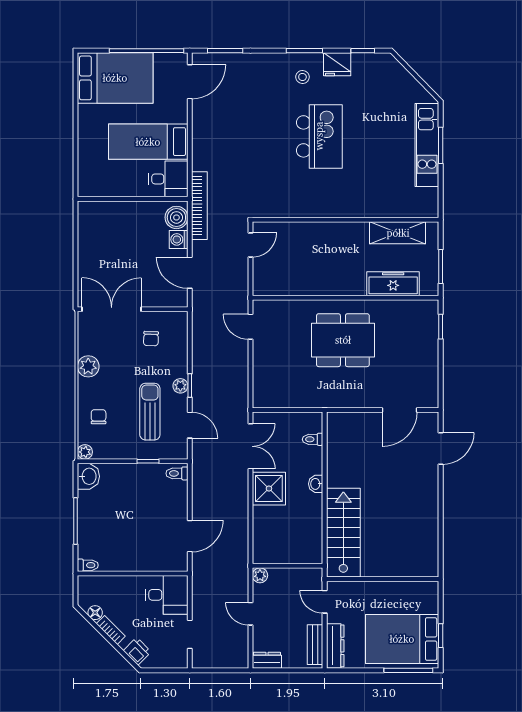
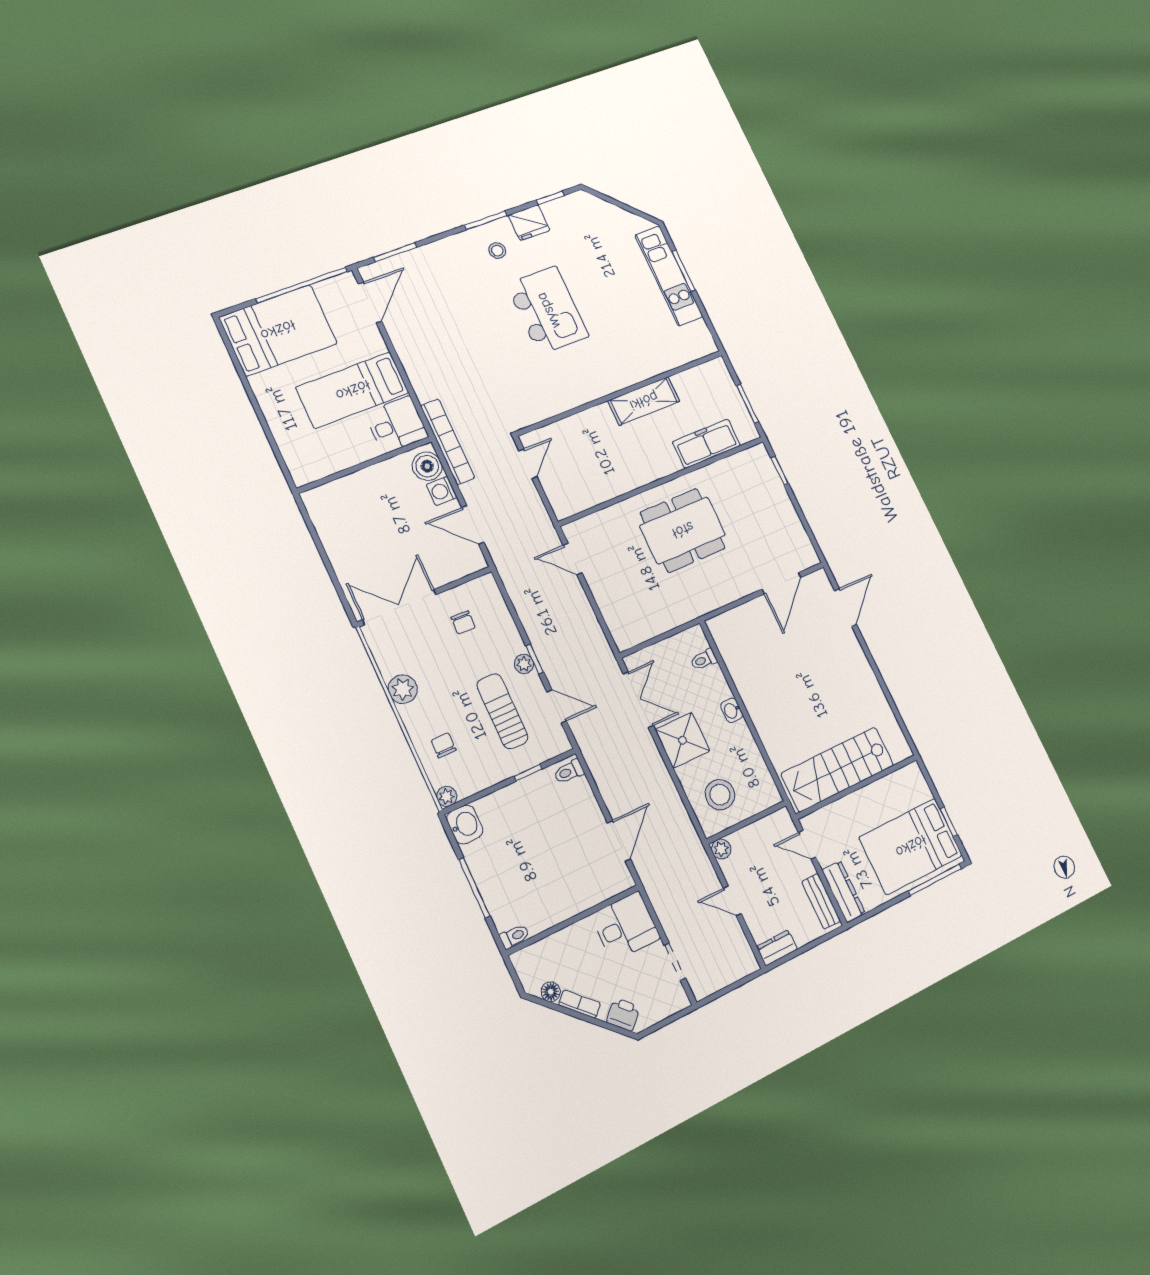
shelving: (398, 233) -> (644, 401), moved
stairs: (343, 533) -> (838, 769), moved, turned -90
stool: (278, 538) -> (720, 795), added

